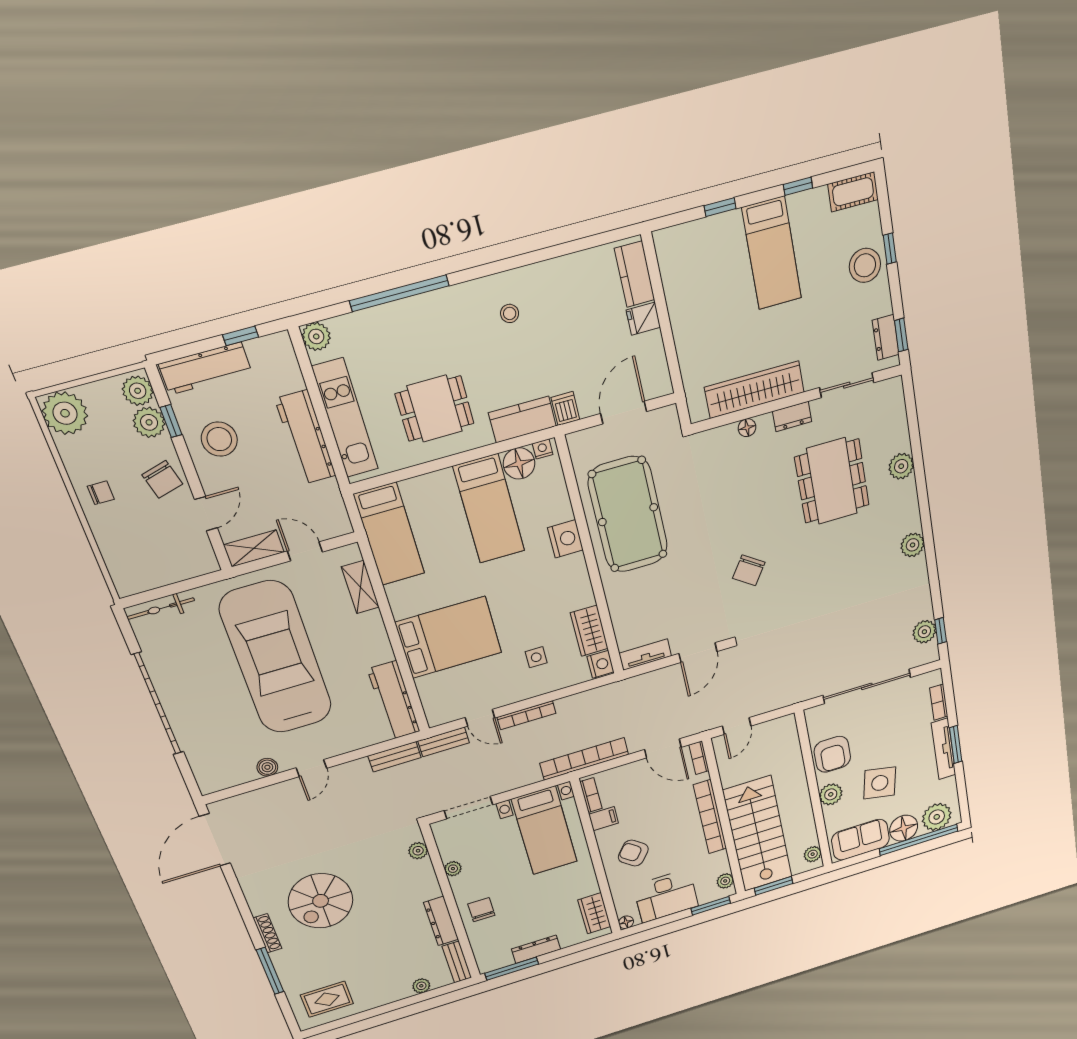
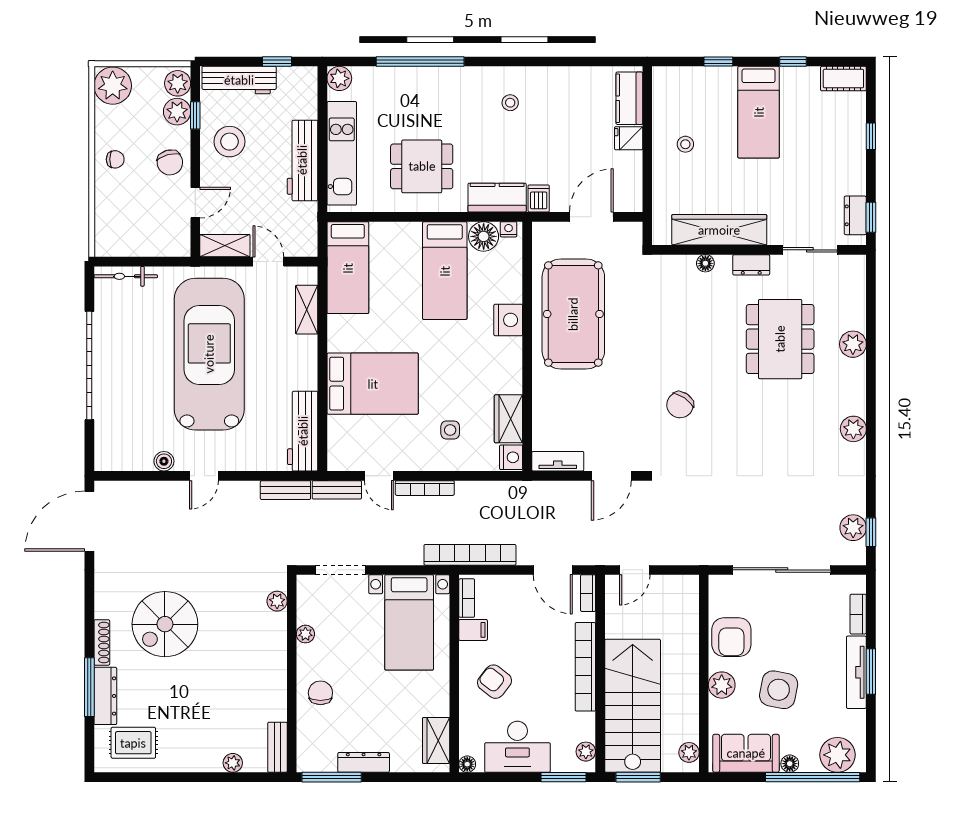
stool: (865, 265) -> (685, 144), moved, width x0.53, depth x0.53
floor lamp: (904, 828) -> (790, 764), width x0.53, depth x0.53
dresser: (441, 921) -> (105, 696), moved, turned 180

